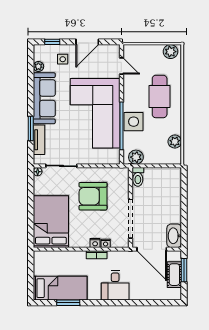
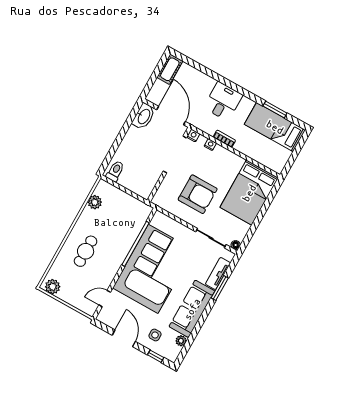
door: (87, 42) -> (124, 338), hinge flipped
door: (121, 66) -> (105, 299), hinge flipped
cafe table: (160, 96) -> (86, 251), width x0.73, depth x0.74
side table: (134, 122) -> (122, 242), removed
plant: (136, 157) -> (138, 208), removed
toilet: (138, 177) -> (115, 171), moved
nightstand: (95, 243) -> (193, 135), moved
window: (184, 270) -> (152, 80), removed
cot: (174, 275) -> (170, 69), moved

